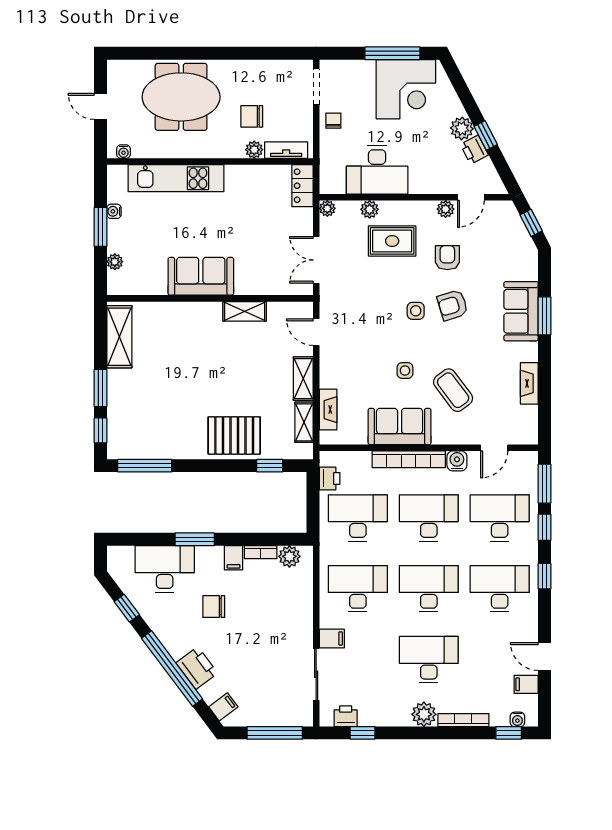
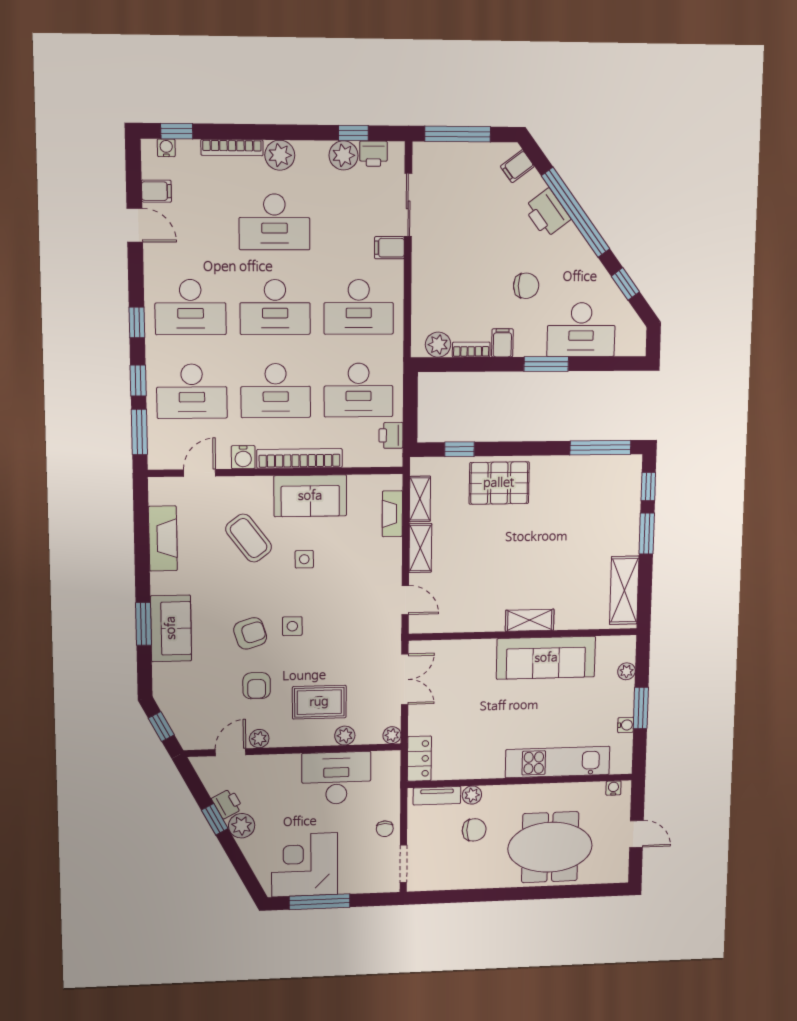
sofa: (201, 276) -> (546, 658), width x1.36
shelving: (245, 311) -> (530, 620), moved
fireplace: (529, 383) -> (163, 538), width x1.37, depth x1.32
plant: (371, 715) -> (343, 155), added

